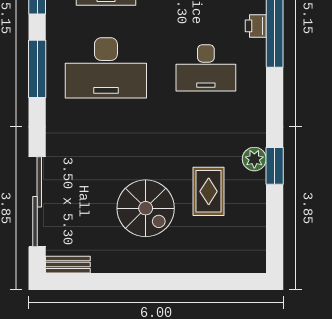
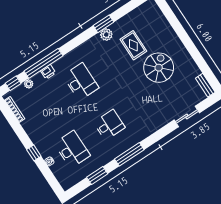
desk: (106, 68) -> (109, 125), width x0.53, depth x0.77
rug: (209, 191) -> (133, 45), turned 90
sliding door: (37, 202) -> (187, 116), width x0.54

